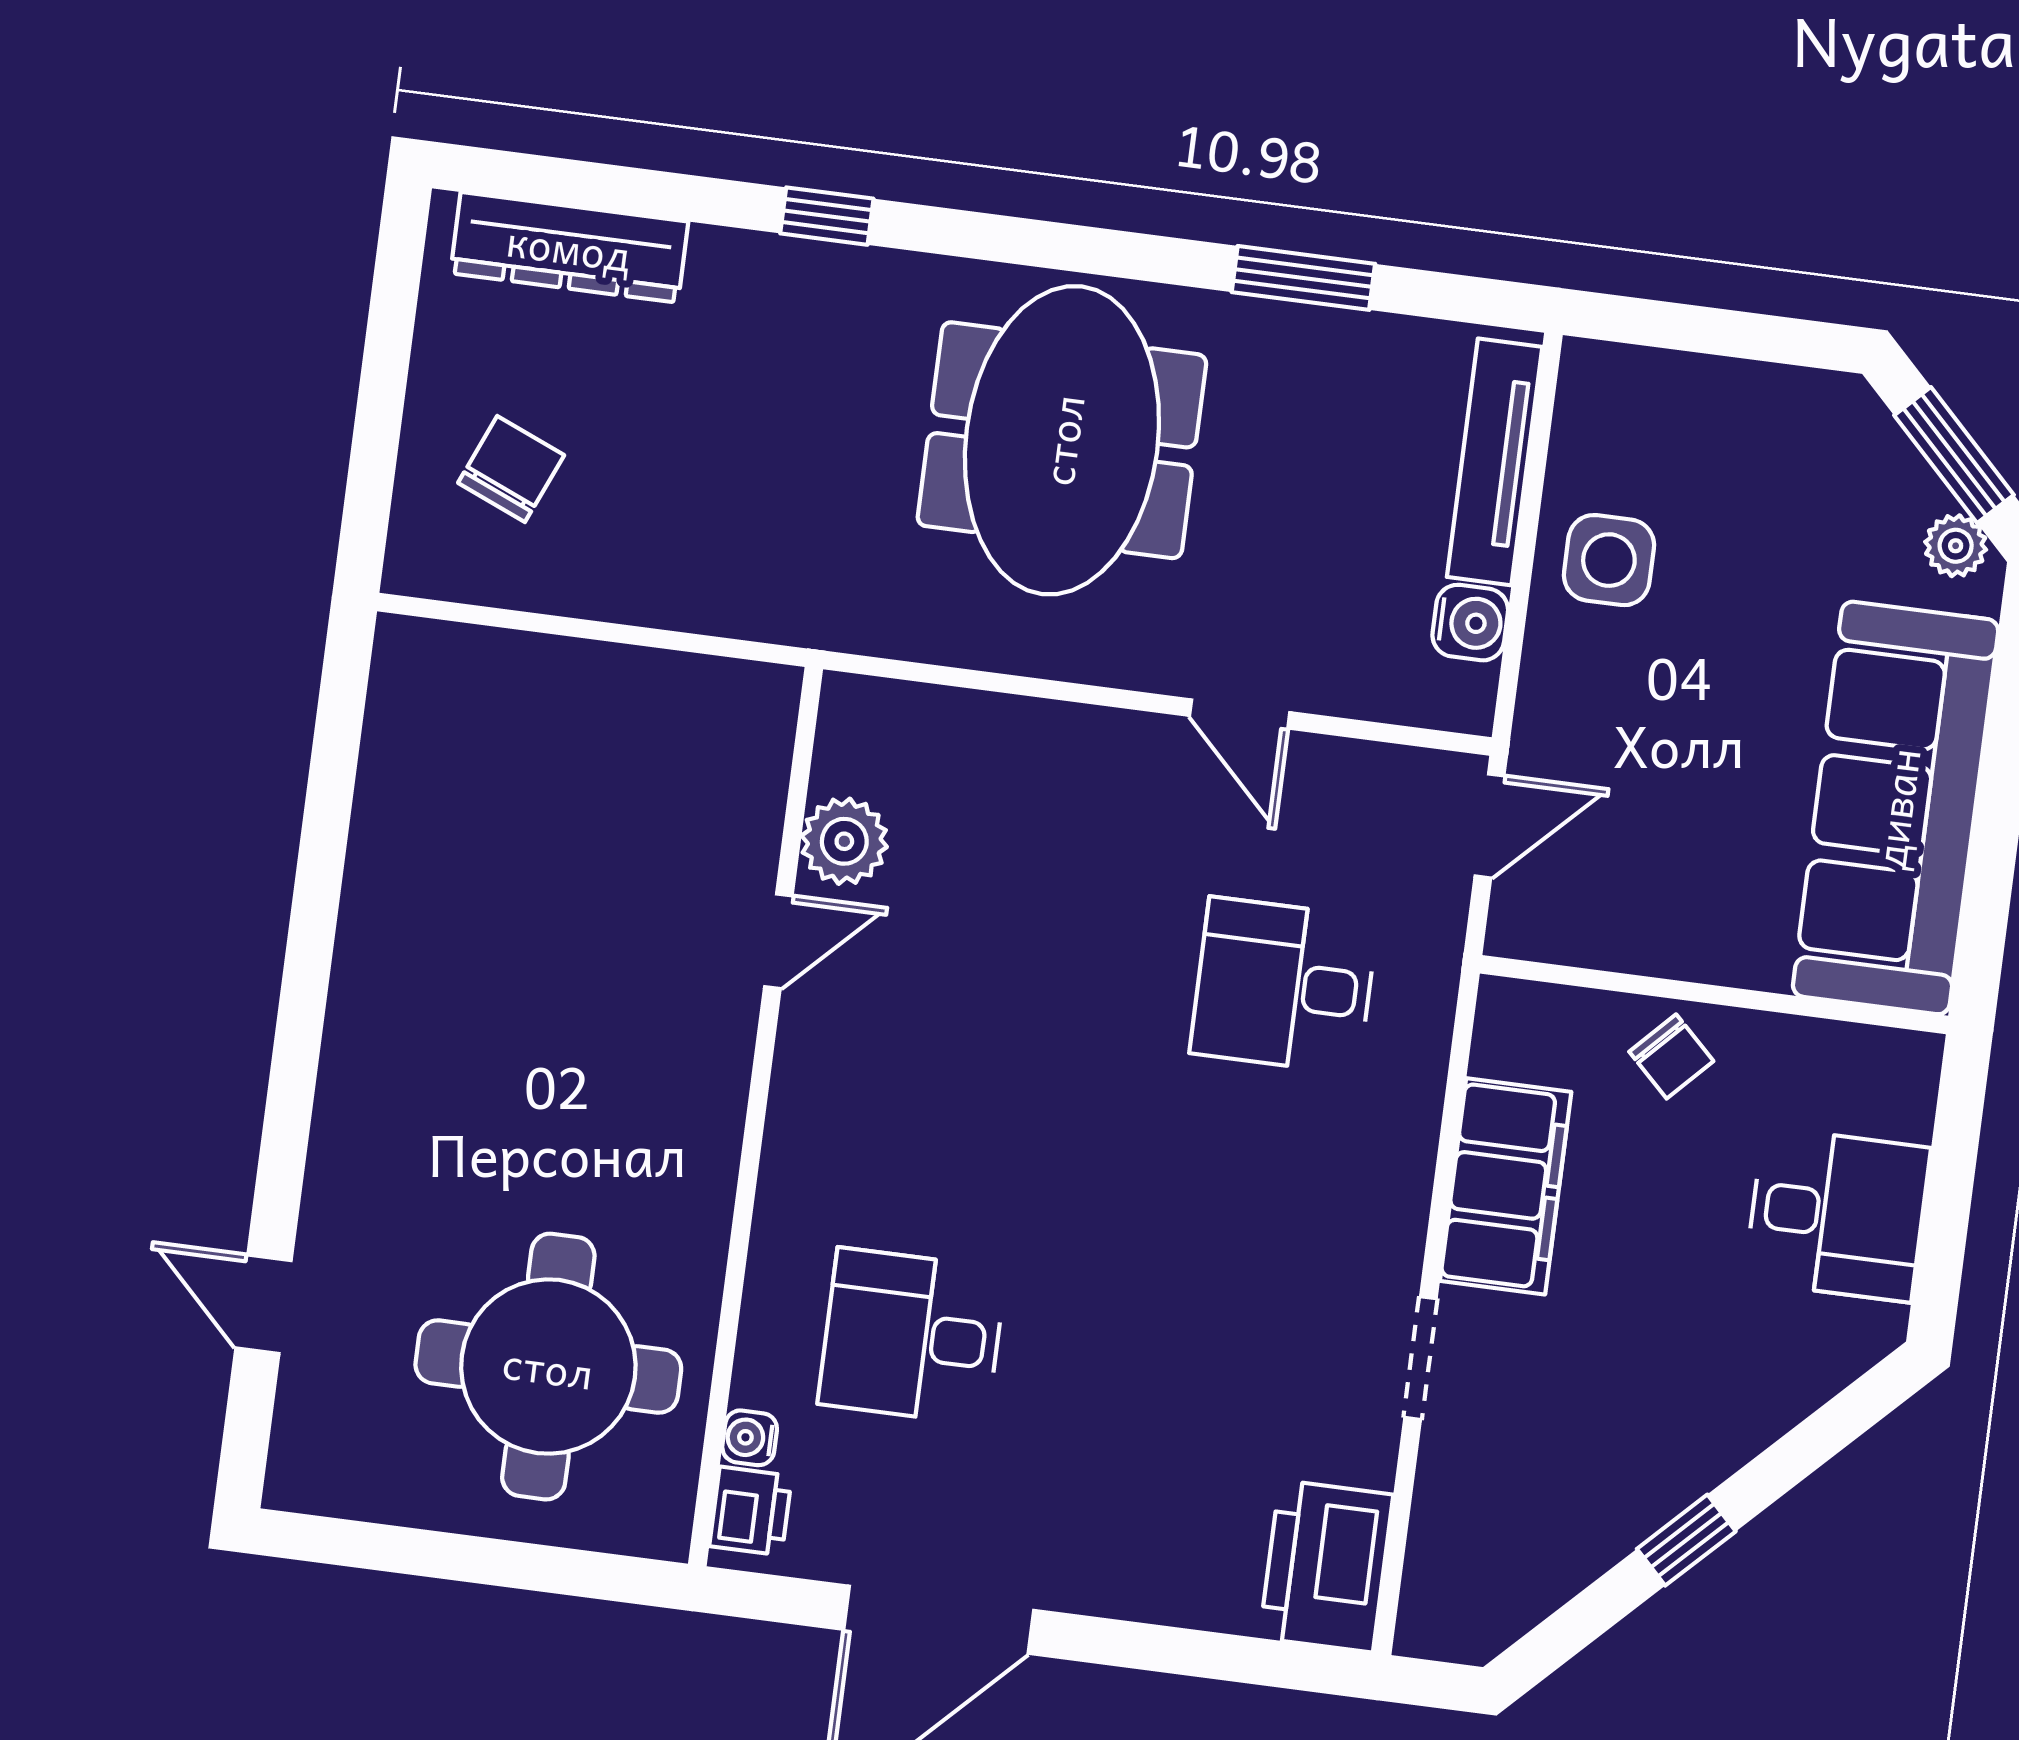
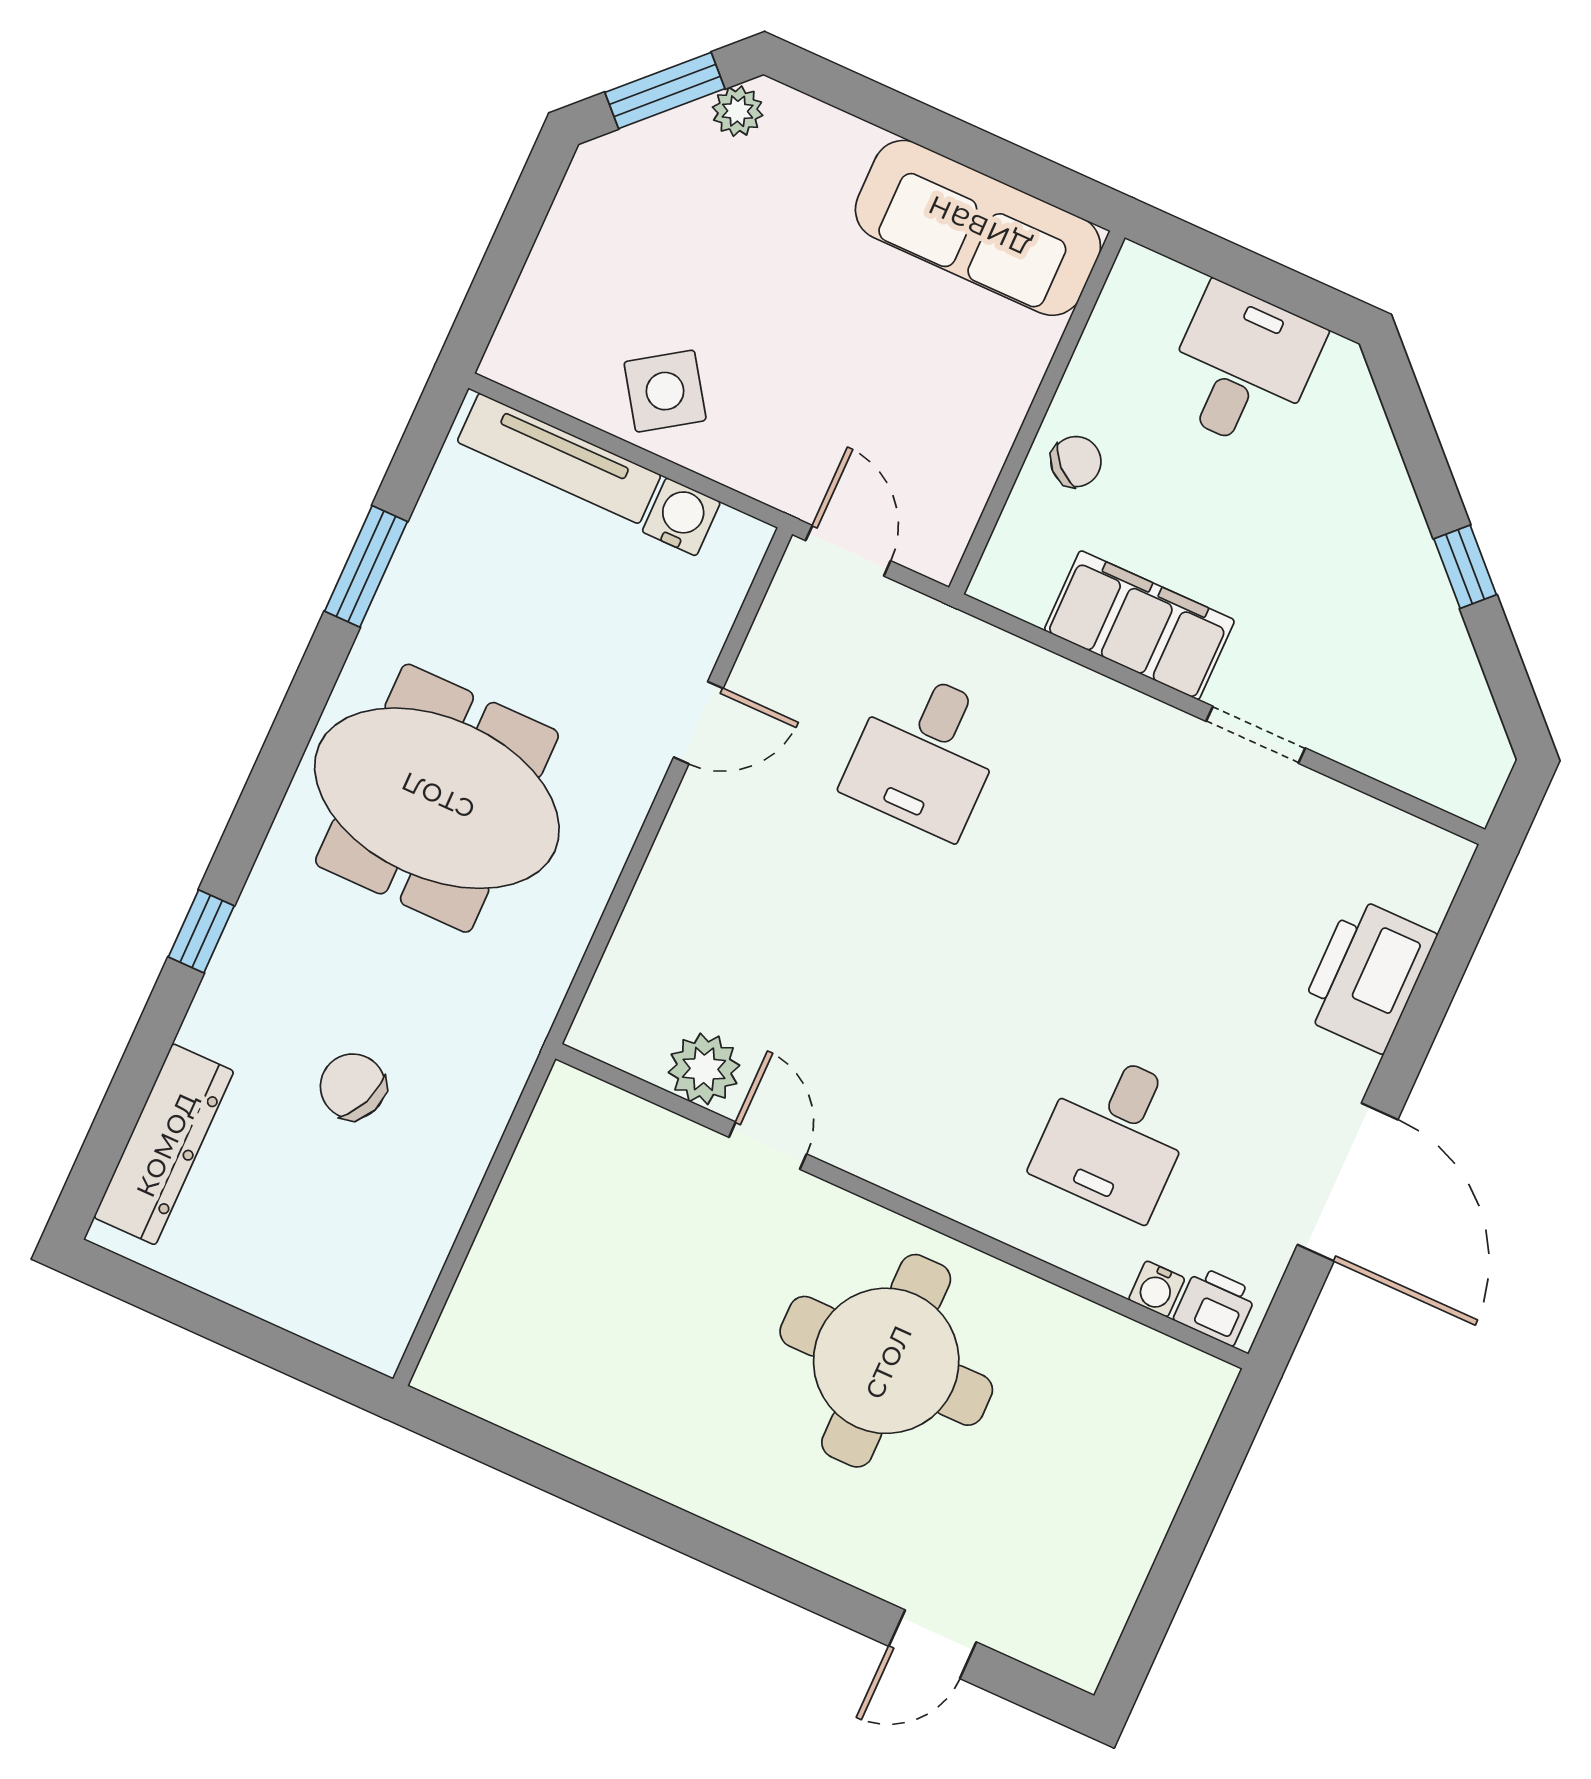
chair: (511, 469) -> (353, 1086), moved
side table: (1609, 560) -> (665, 391), turned -34
sofa: (1896, 808) -> (978, 228), width x0.74, depth x0.79
round table: (548, 1367) -> (886, 1361), moved
printer: (1326, 1566) -> (1367, 975), moved, turned 90

